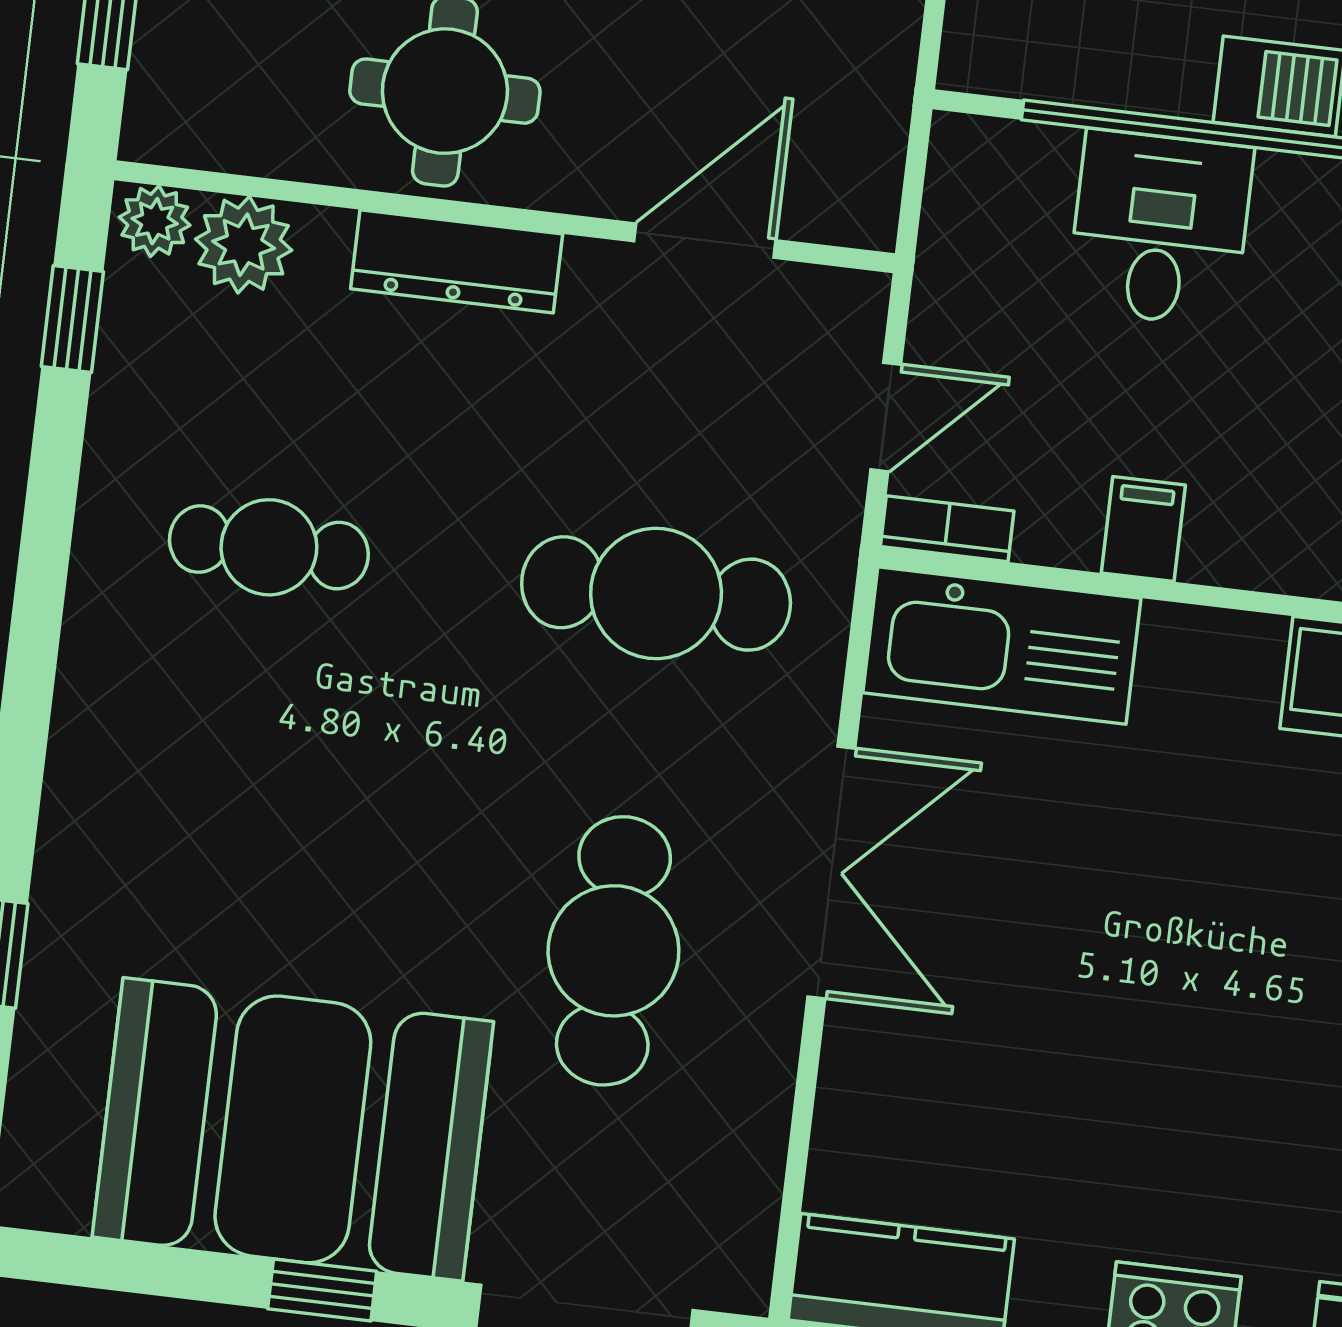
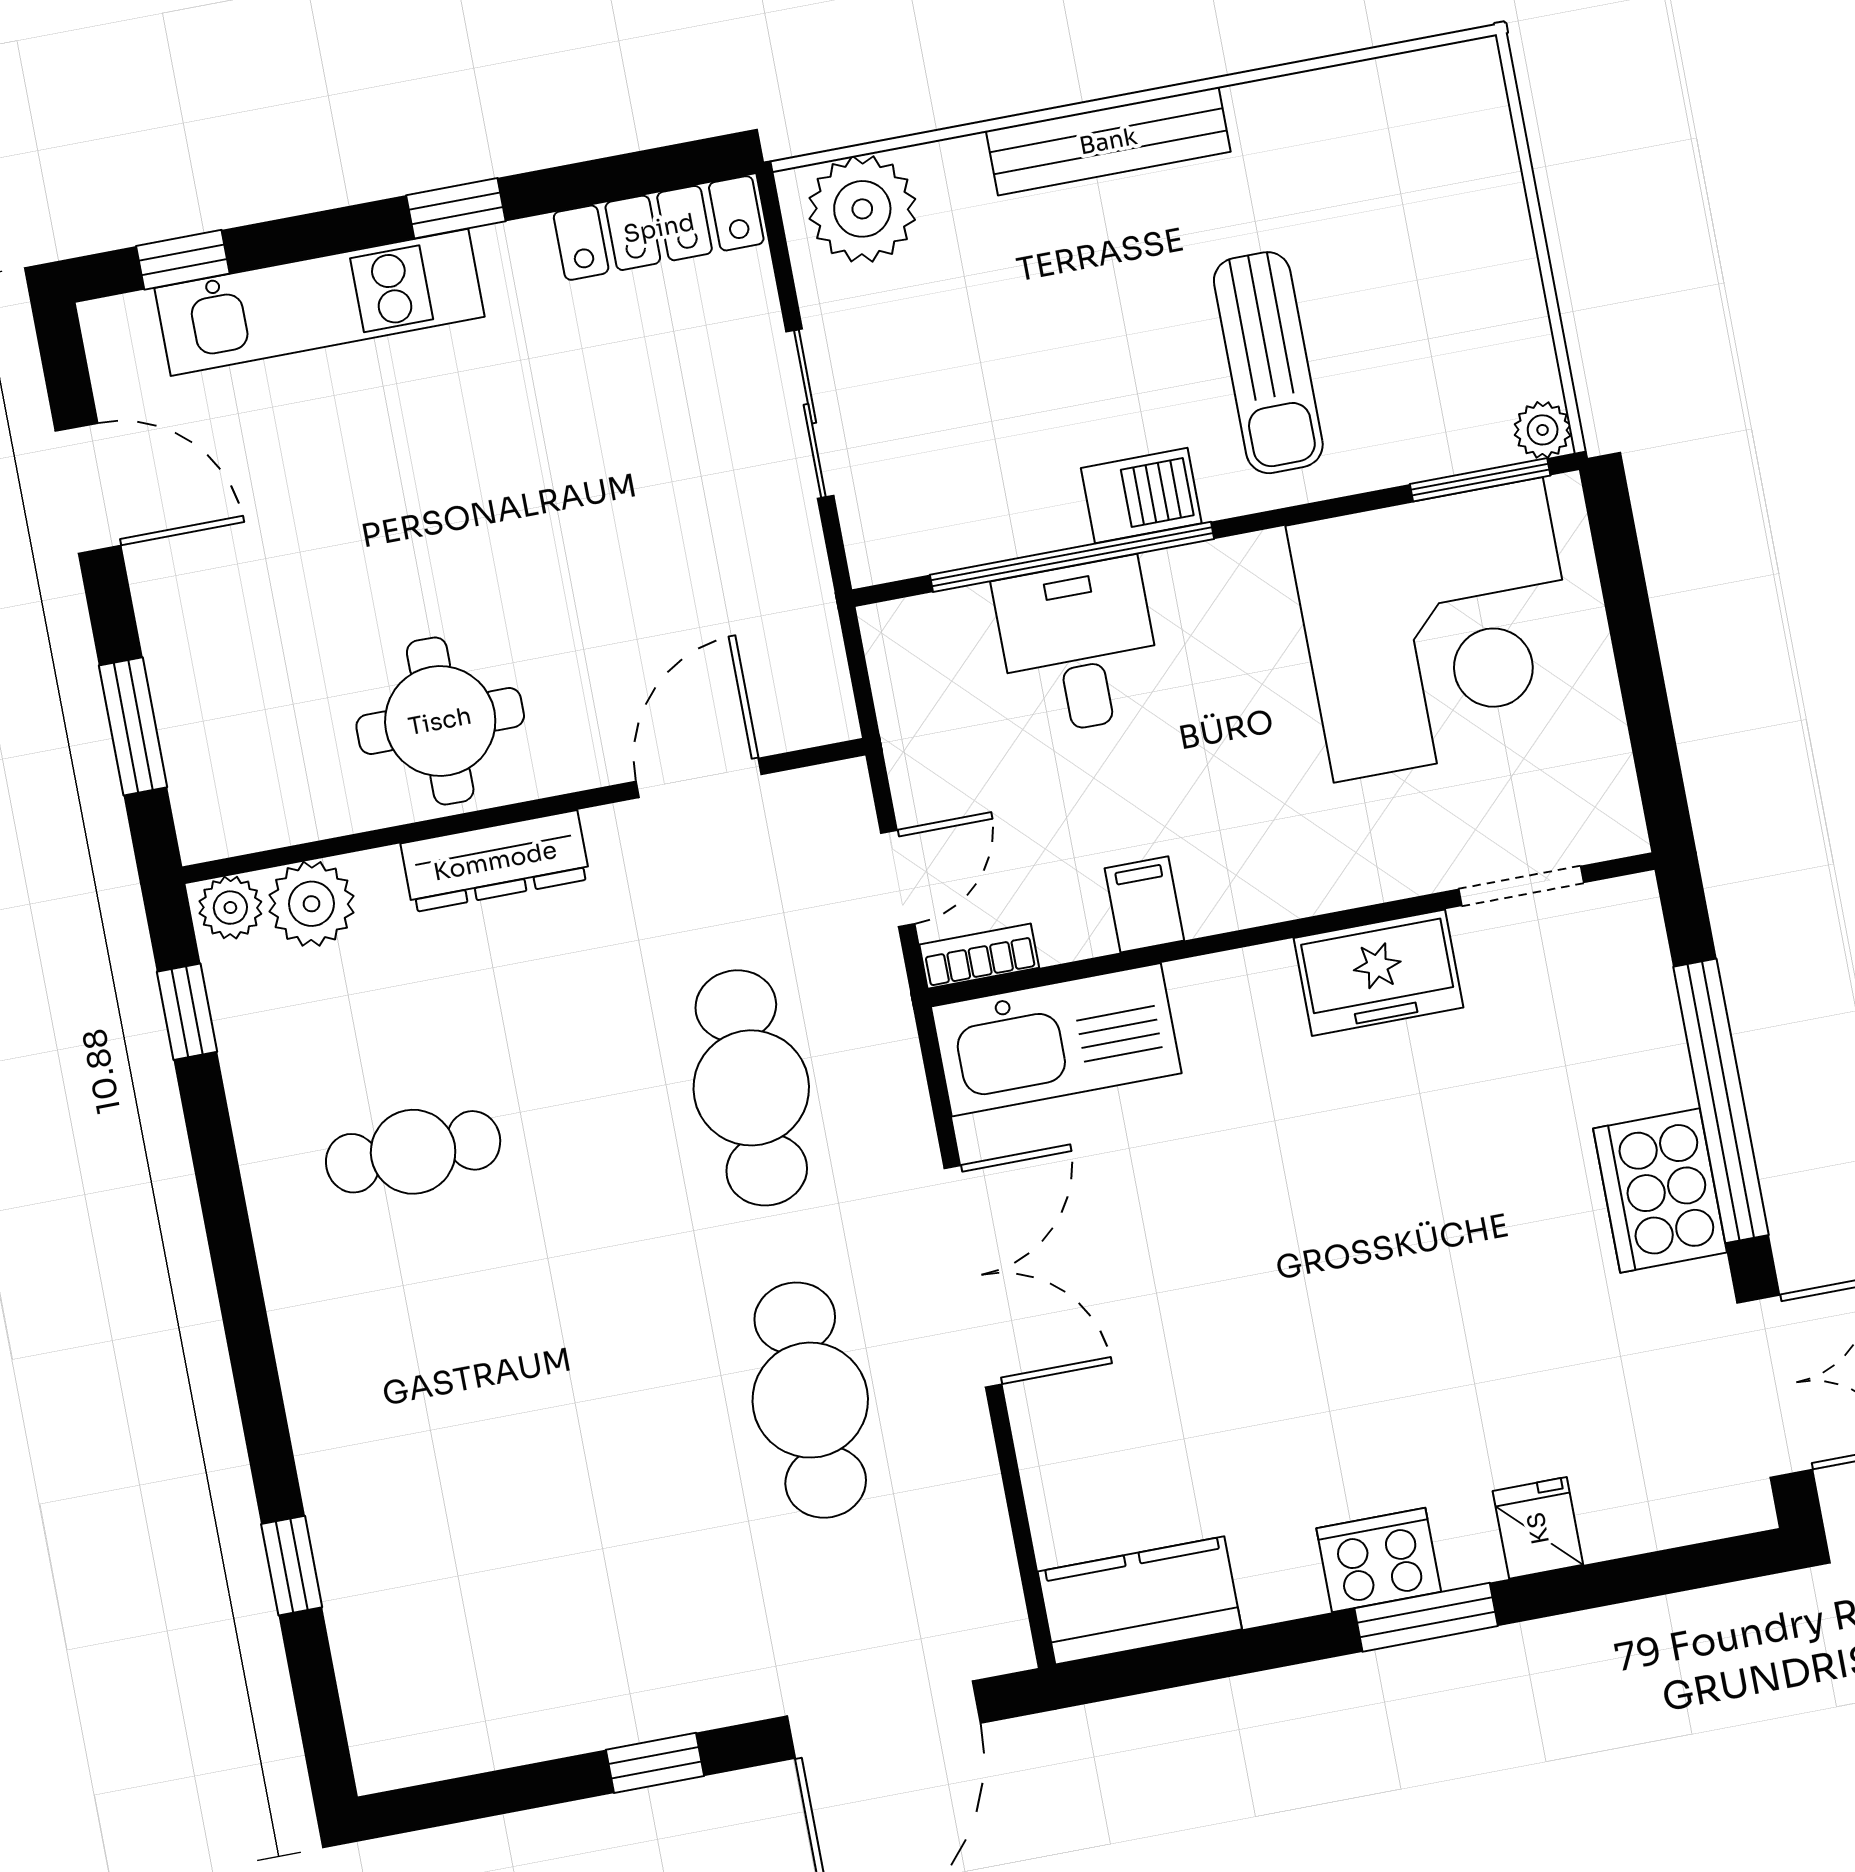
cafe table: (656, 593) -> (751, 1088), turned 90
booth: (293, 1129) -> (588, 1635), removed

